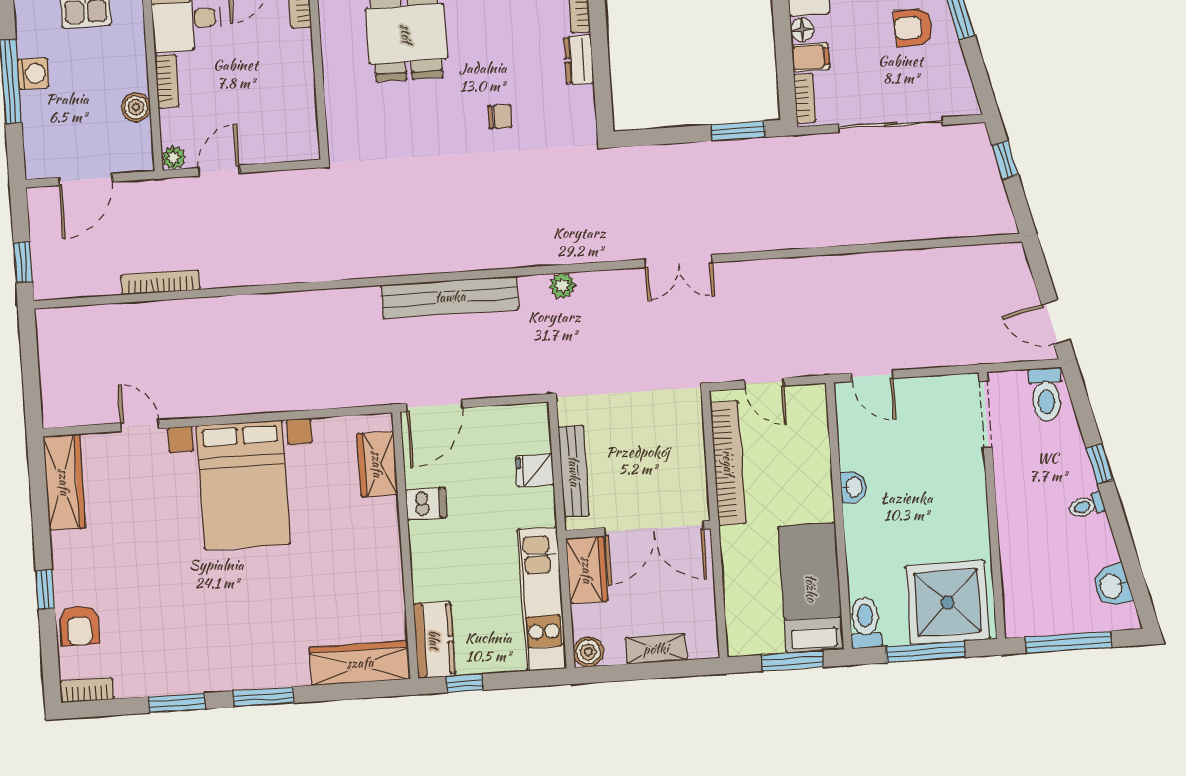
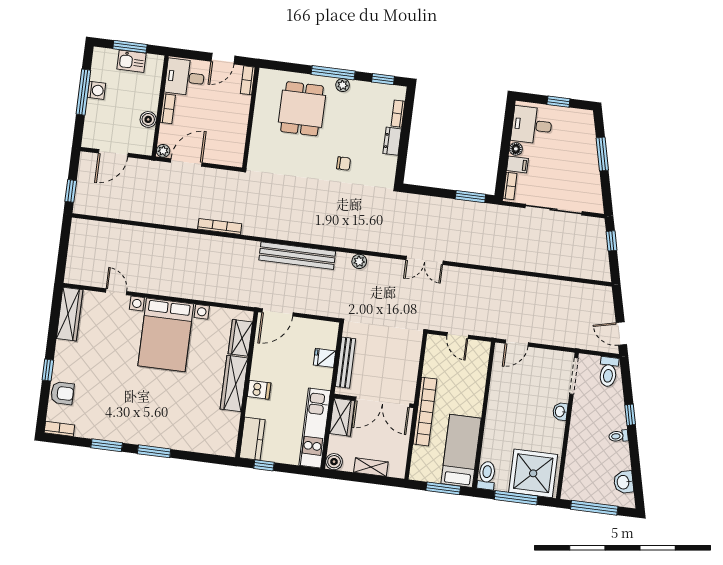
armchair: (913, 28) -> (576, 160), removed
door: (219, 170) -> (186, 163), width x1.38
bookcase: (160, 282) -> (220, 226), moved
door: (872, 376) -> (517, 343), hinge flipped
bookcase: (728, 463) -> (425, 412), moved
washbasin: (853, 487) -> (560, 412), moved, turned 180
dishwasher: (426, 504) -> (259, 390), moved
armchair: (79, 626) -> (62, 393), turned -90
wardrobe: (360, 663) -> (234, 383), moved, turned -90

